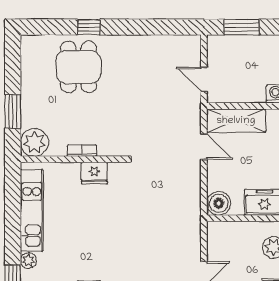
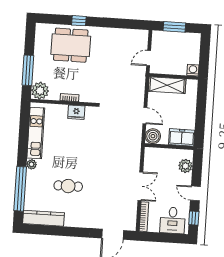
dining table: (79, 67) -> (71, 45), width x1.37
door: (204, 79) -> (149, 58), hinge flipped
window: (13, 111) -> (28, 70), width x1.44
door: (204, 147) -> (145, 116), moved

